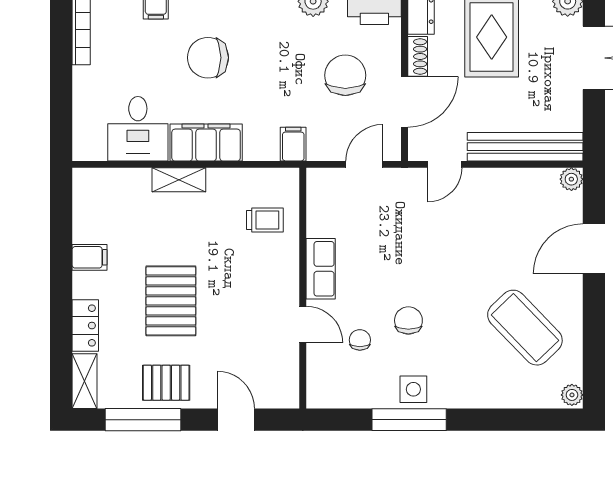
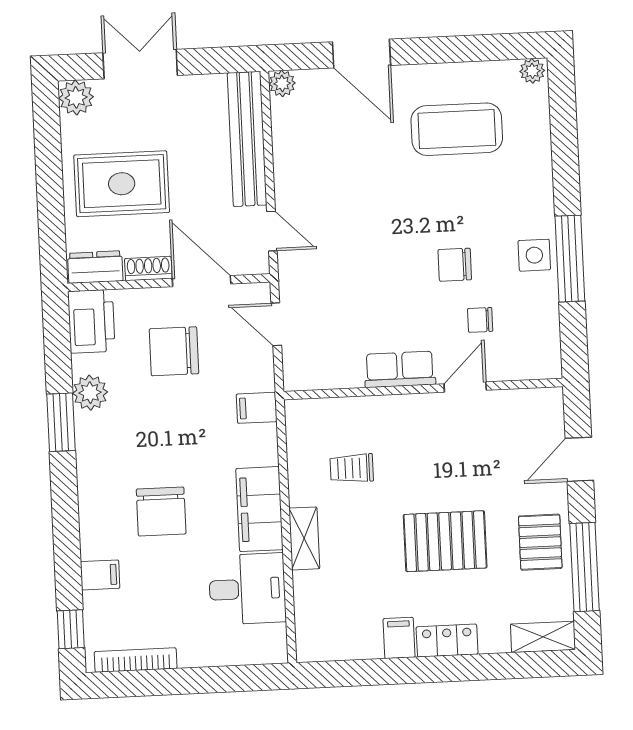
trolley: (265, 220) -> (352, 468), moved, turned -90
locker: (85, 326) -> (447, 641), moved
coffee table: (525, 328) -> (457, 129), turned 44

